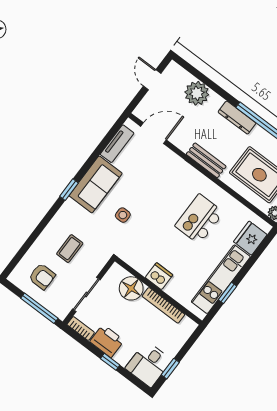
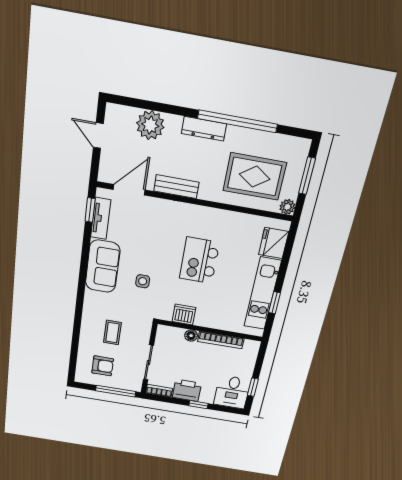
bench: (206, 160) -> (176, 187), moved
window: (69, 190) -> (90, 210), moved
kitchen island: (199, 219) -> (199, 260), moved
dishwasher: (159, 276) -> (184, 315), moved
floor lamp: (131, 288) -> (191, 336), width x0.53, depth x0.53

